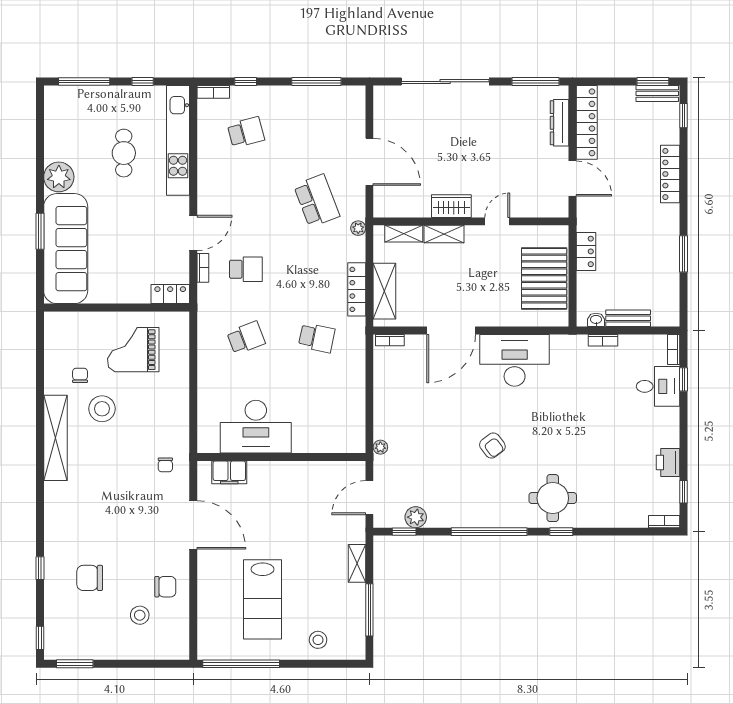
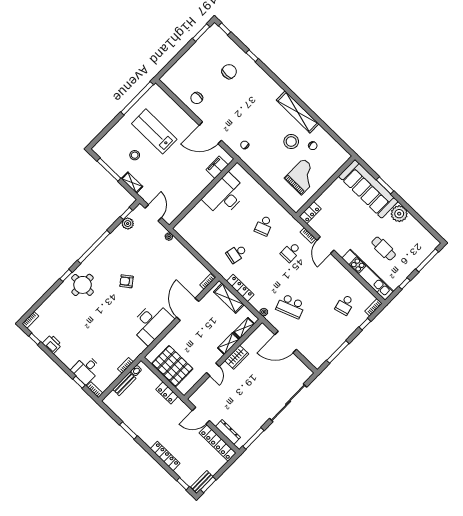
stool: (140, 615) -> (195, 77), removed
stool: (318, 640) -> (135, 155), moved

